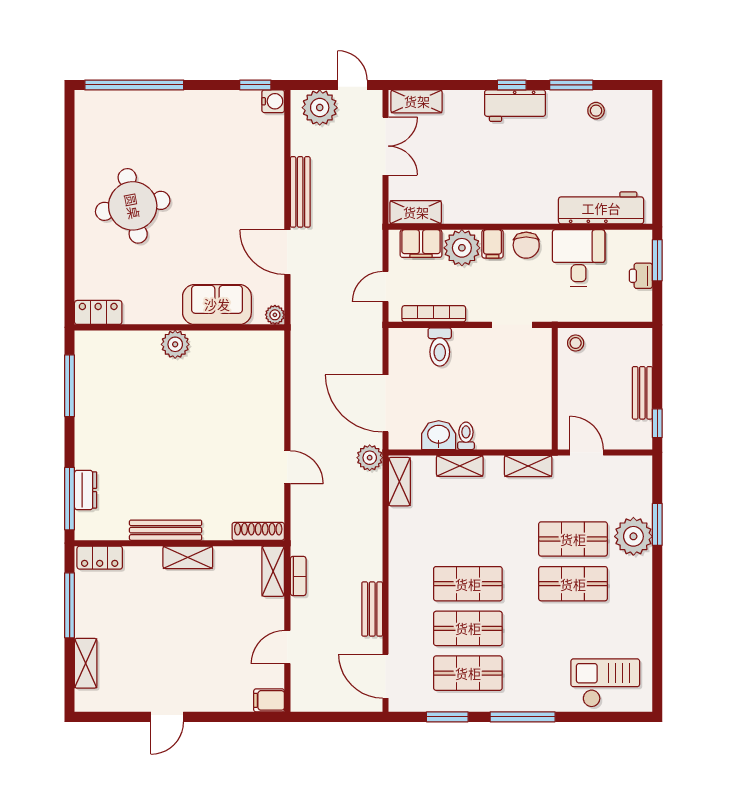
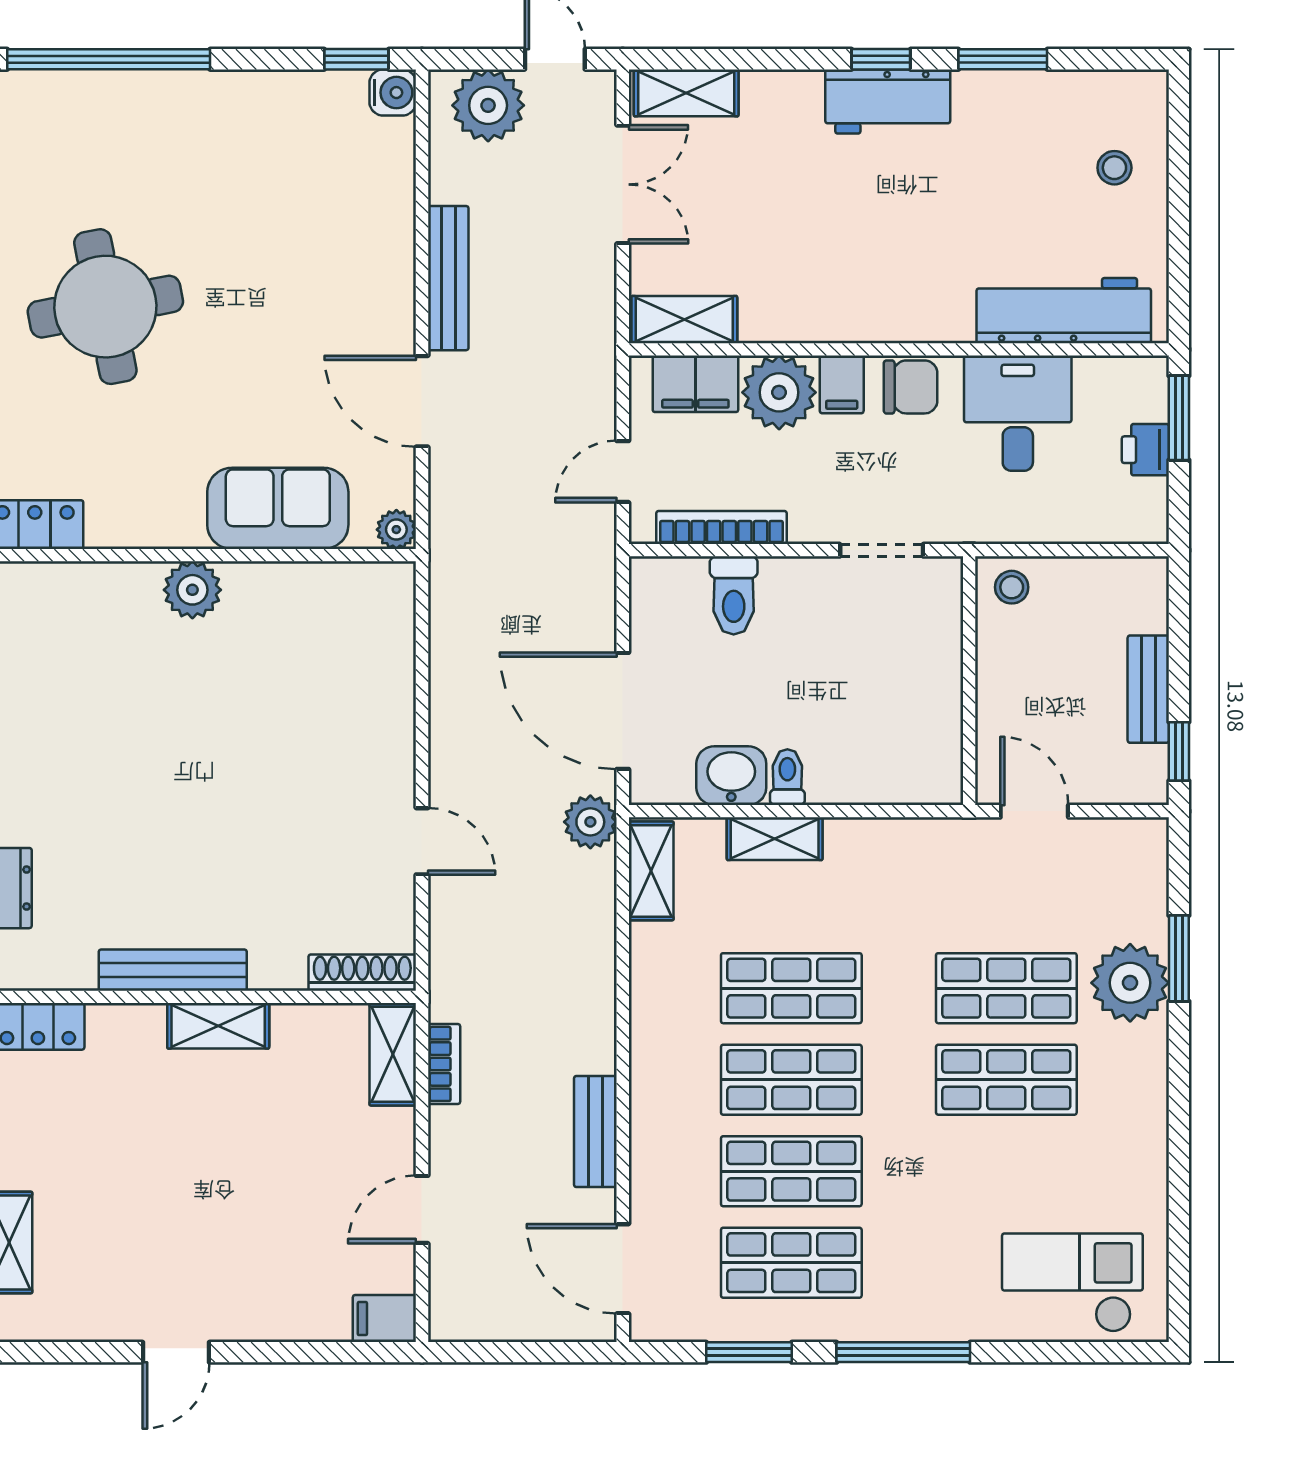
stool: (596, 111) -> (1114, 168), moved
chair: (526, 245) -> (911, 387), turned -90
shelving: (528, 466) -> (914, 839), removed
shop shelf: (468, 539) -> (791, 988), added

